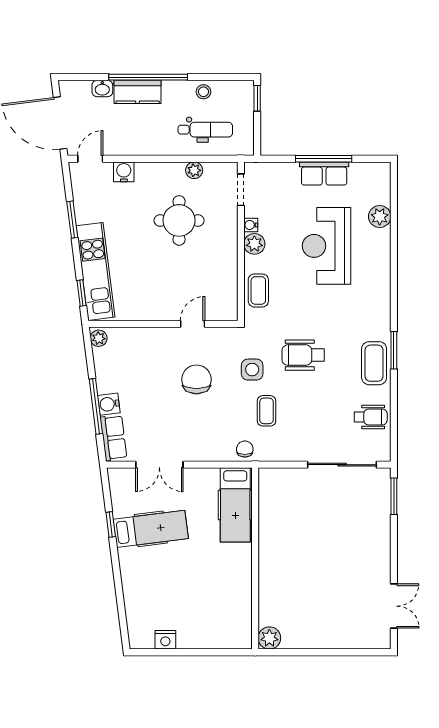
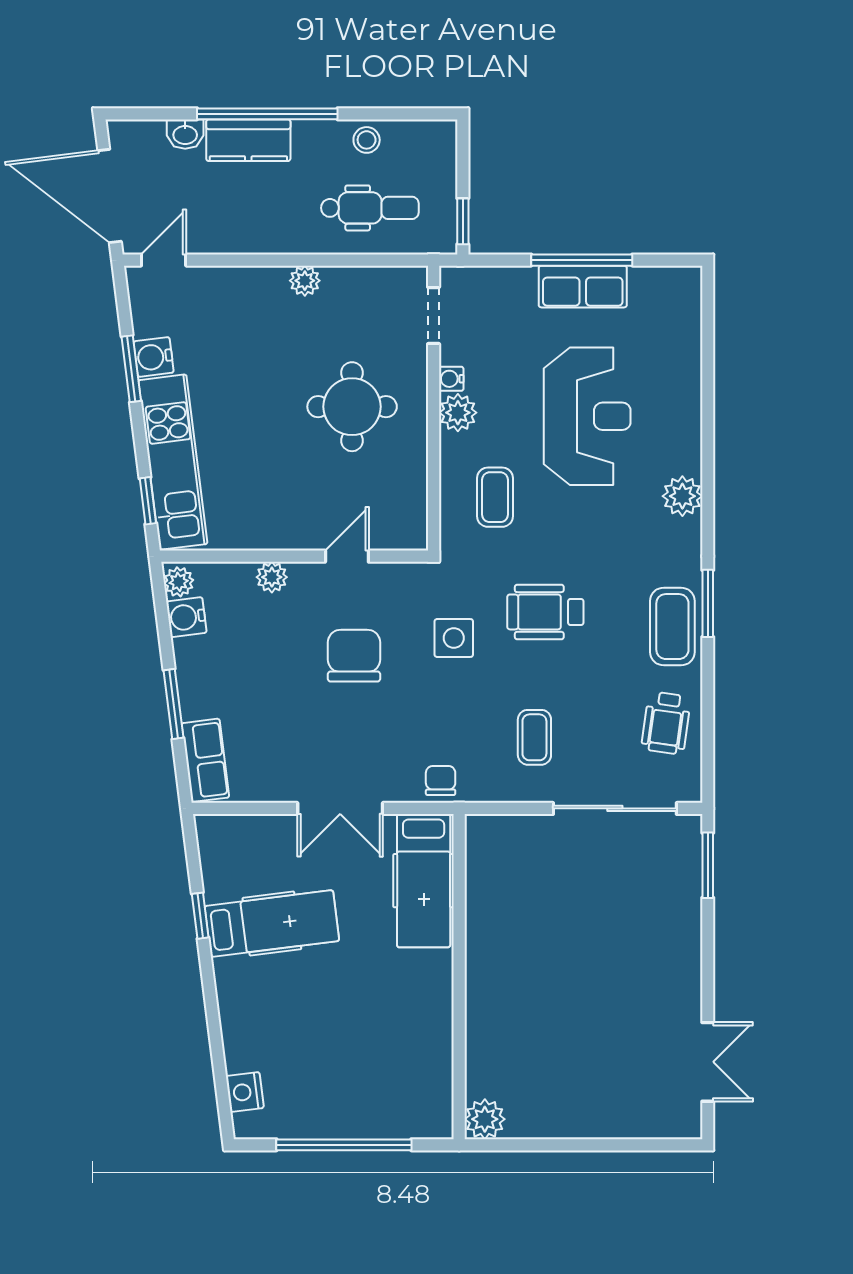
window: (257, 98) -> (463, 221), moved
plant: (194, 170) -> (305, 281), moved
water cooler: (124, 172) -> (154, 357), moved, turned -97
plant: (380, 217) -> (682, 496), moved
round table: (179, 220) -> (352, 407), moved
reception desk: (327, 246) -> (587, 416), turned 180
coffee table: (258, 290) -> (495, 497), moved
plant: (151, 336) -> (272, 577), added
water cooler: (109, 404) -> (186, 617), moved
window: (96, 406) -> (174, 704), width x0.69
coffee table: (266, 411) -> (534, 737), moved
wheelchair: (371, 417) -> (666, 723), turned 98
double door: (159, 465) -> (340, 808), moved
nightstand: (165, 640) -> (245, 1092), moved, turned 83
window: (191, 652) -> (344, 1145), added

